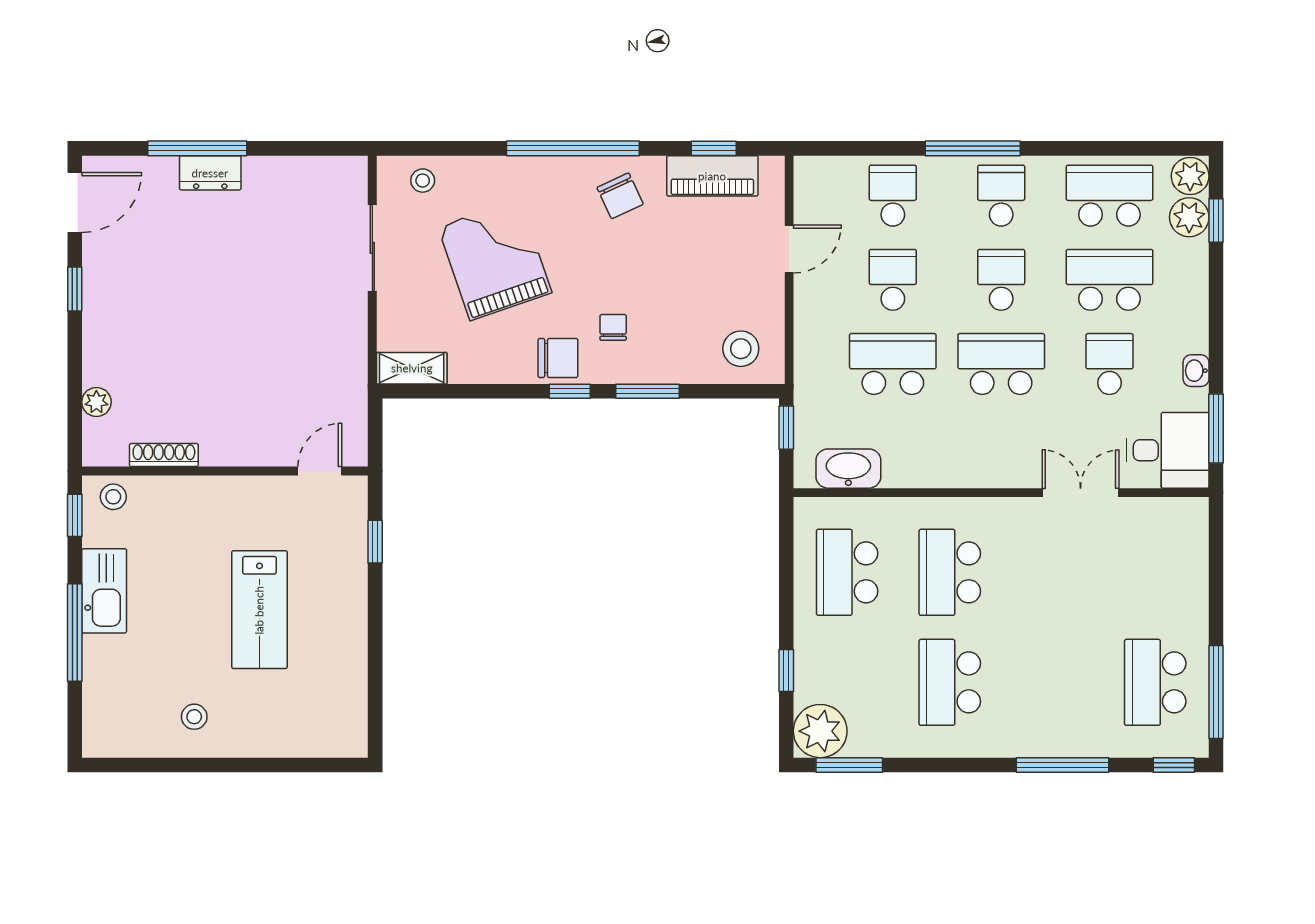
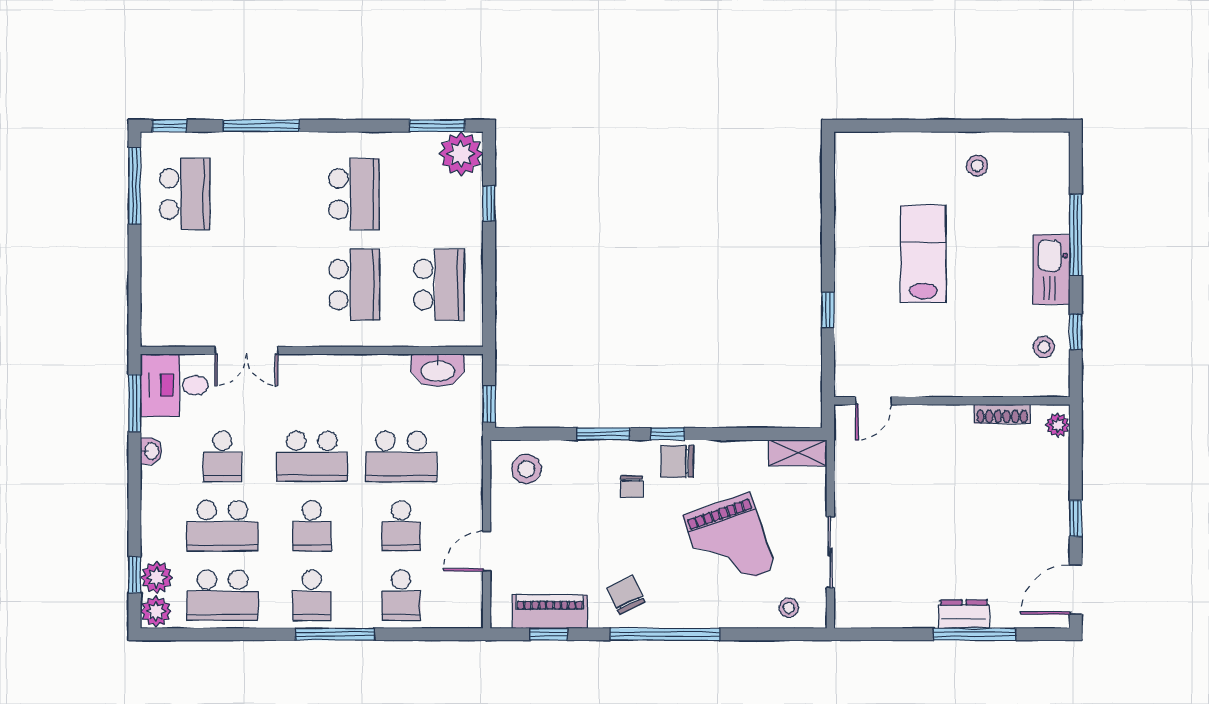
shoe rack: (164, 455) -> (1002, 414), moved
wall: (225, 471) -> (952, 401), moved
door: (320, 471) -> (874, 401), moved

